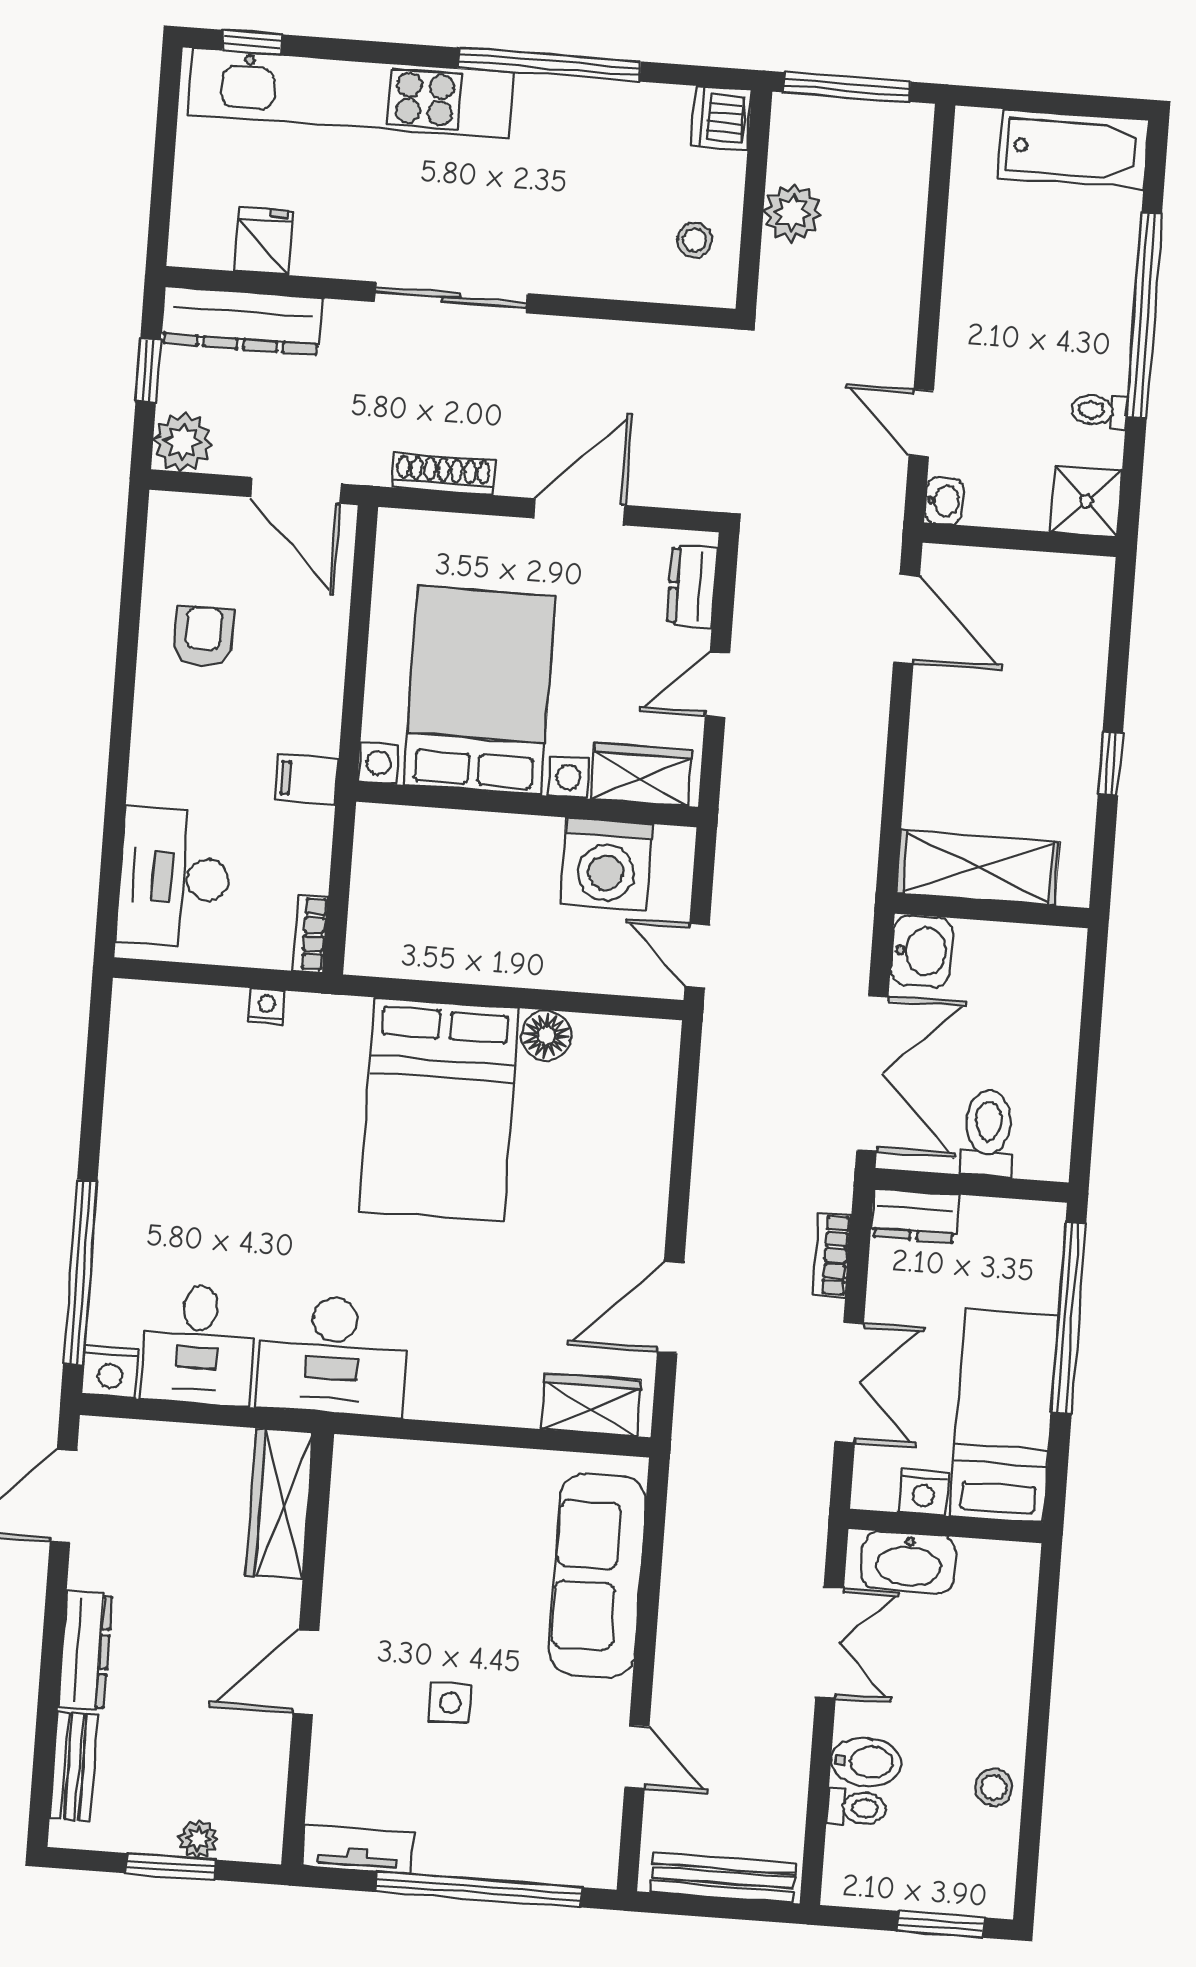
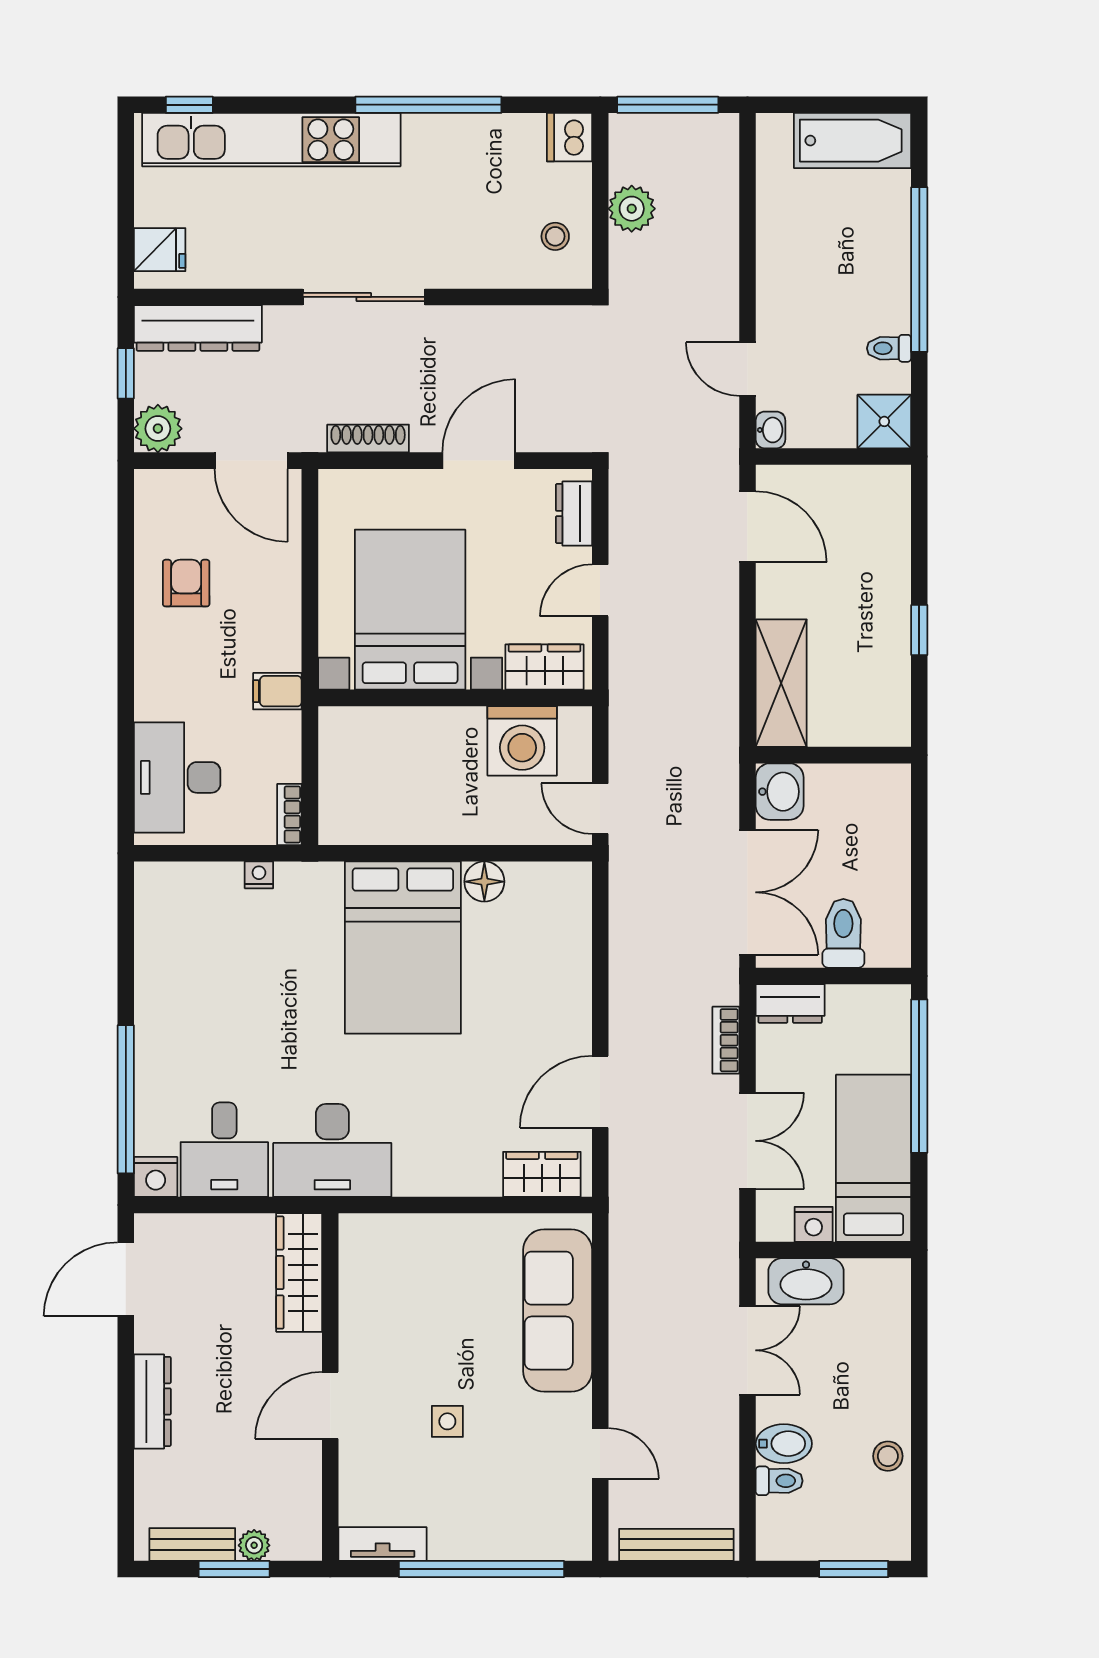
fridge: (263, 241) -> (160, 250), moved, turned 90
shelving: (978, 868) -> (781, 683), moved, turned 90
bench: (74, 1766) -> (192, 1544), moved, turned 90

